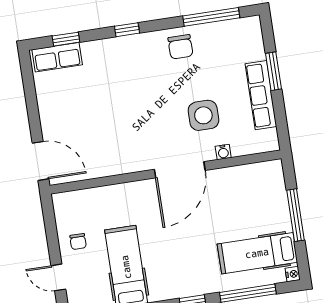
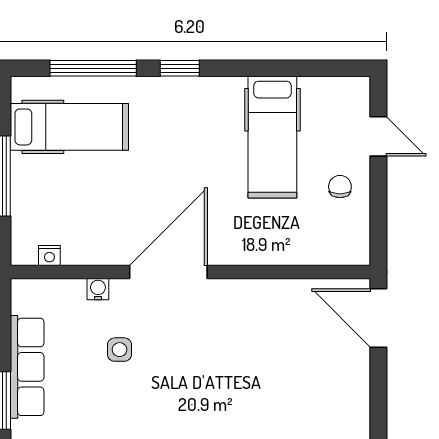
side table: (203, 115) -> (120, 350), width x0.54, depth x0.54
nightstand: (293, 274) -> (49, 255), moved, turned -90

